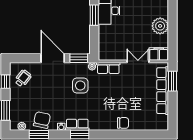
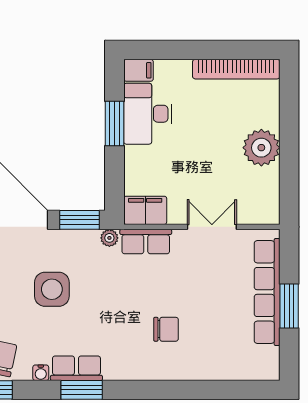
filing cabinet: (159, 54) -> (145, 210), moved
window: (173, 81) -> (289, 306), moved
side table: (80, 86) -> (52, 289), moved
chair: (123, 123) -> (166, 329), moved

